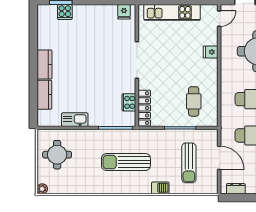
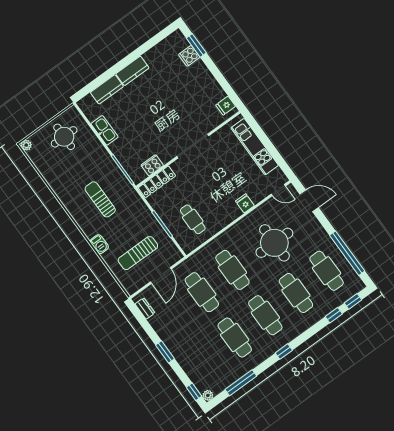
cafe table: (194, 101) -> (193, 219), turned 90
sun lounger: (126, 162) -> (100, 199), width x0.73, depth x0.75

